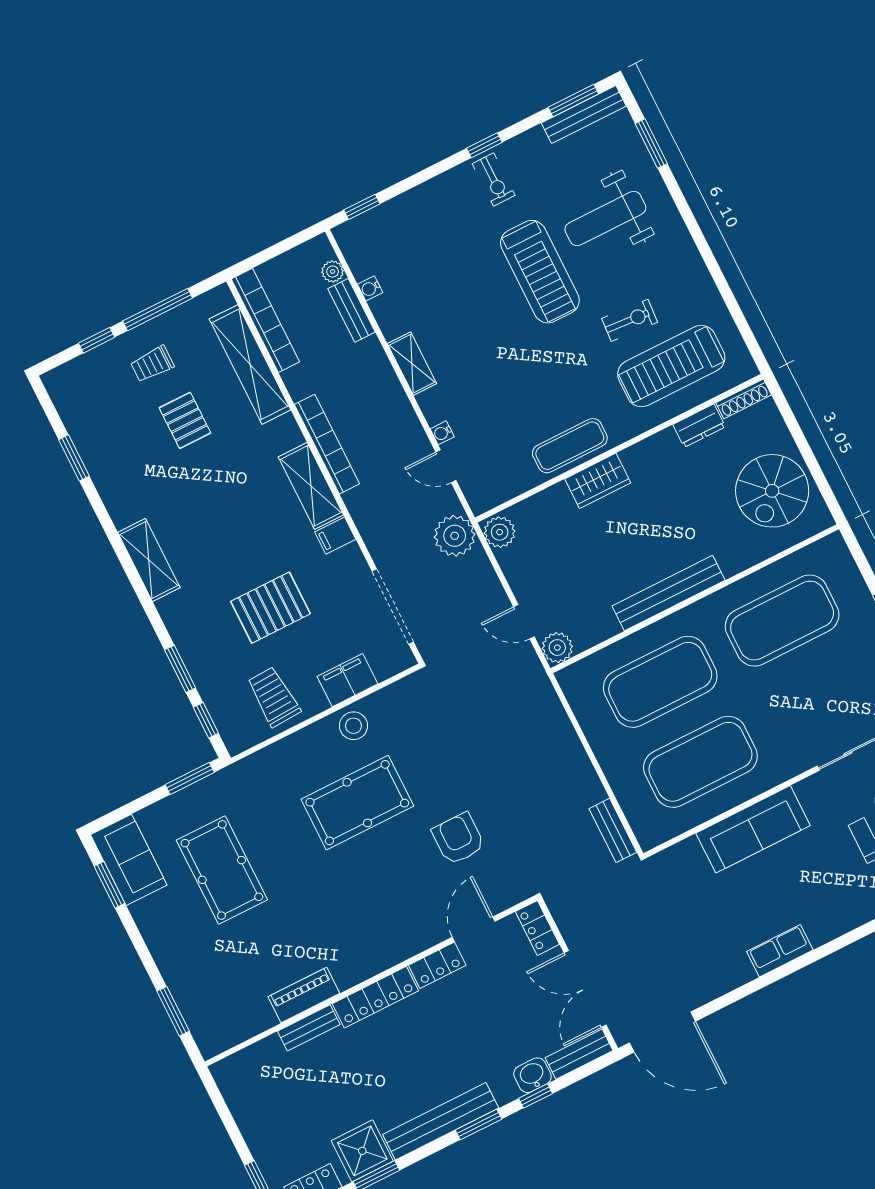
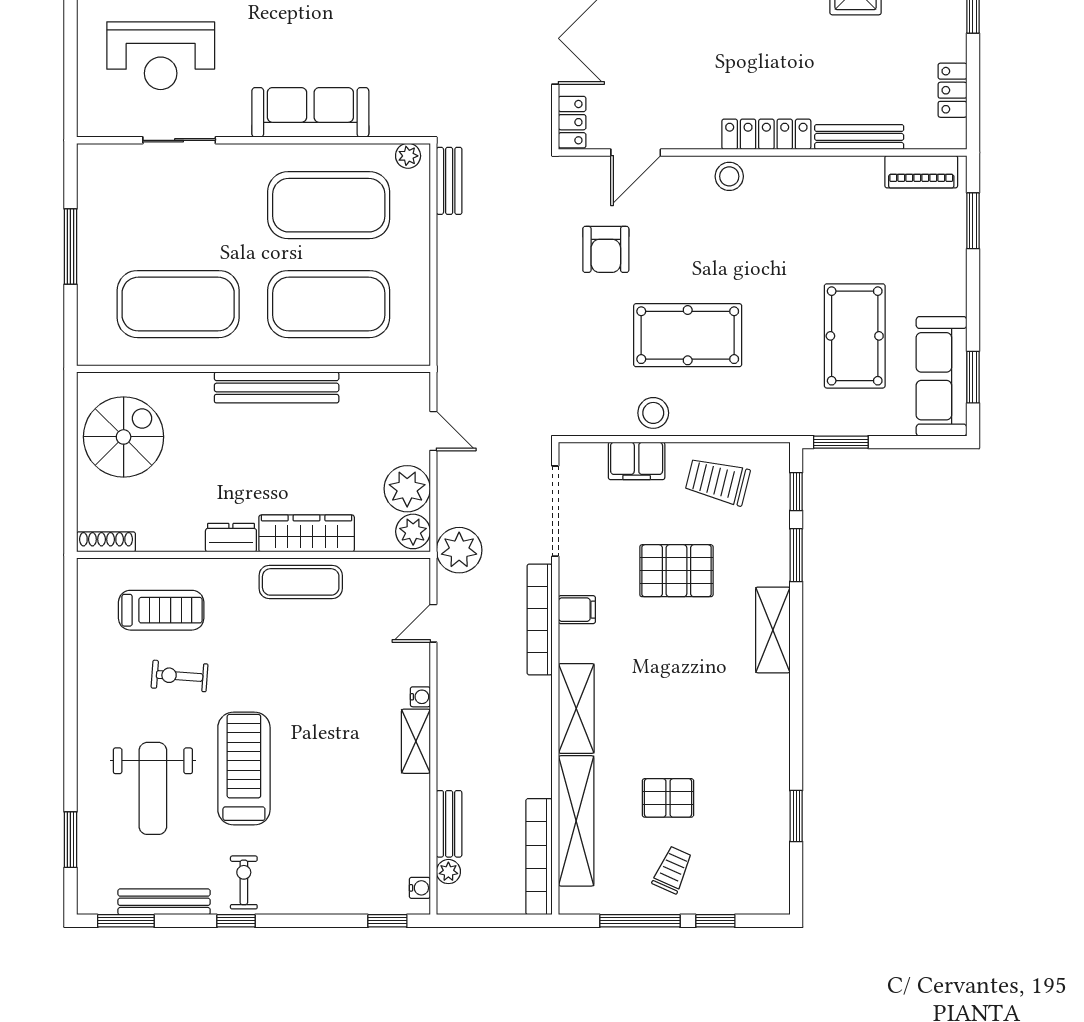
bench: (584, 115) -> (164, 902), moved
weight bench: (605, 218) -> (153, 788), turned 90
water cooler: (370, 288) -> (420, 888), moved
trolley: (152, 364) -> (672, 870), turned -66
treadmill: (671, 366) -> (161, 610), width x0.73, depth x0.73
pallet: (185, 420) -> (668, 798), turned 90
dresser: (699, 426) -> (231, 538), moved
water cooler: (442, 433) -> (420, 697), moved
bookcase: (327, 444) -> (540, 619), moved
door: (446, 466) -> (433, 623), swing flipped
wardrobe: (598, 481) -> (307, 533), width x1.50
shelving: (311, 486) -> (576, 708), moved
shelving: (149, 560) -> (773, 630), moved
plant: (557, 648) -> (407, 489), moved, width x1.36, depth x1.36
trolley: (274, 697) -> (718, 481), turned 107
plant: (656, 834) -> (408, 156), added
sofa: (129, 860) -> (941, 376), width x1.36
stool: (388, 948) -> (729, 176), added
locker: (437, 965) -> (952, 90), moved, turned -90
piano: (304, 995) -> (921, 172), moved
bench: (309, 1028) -> (859, 137), width x1.36

